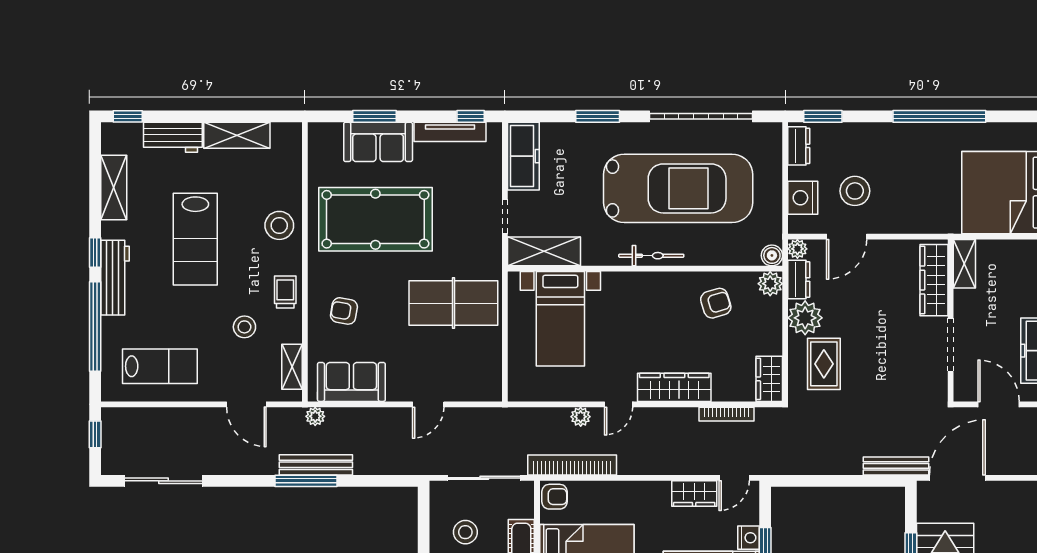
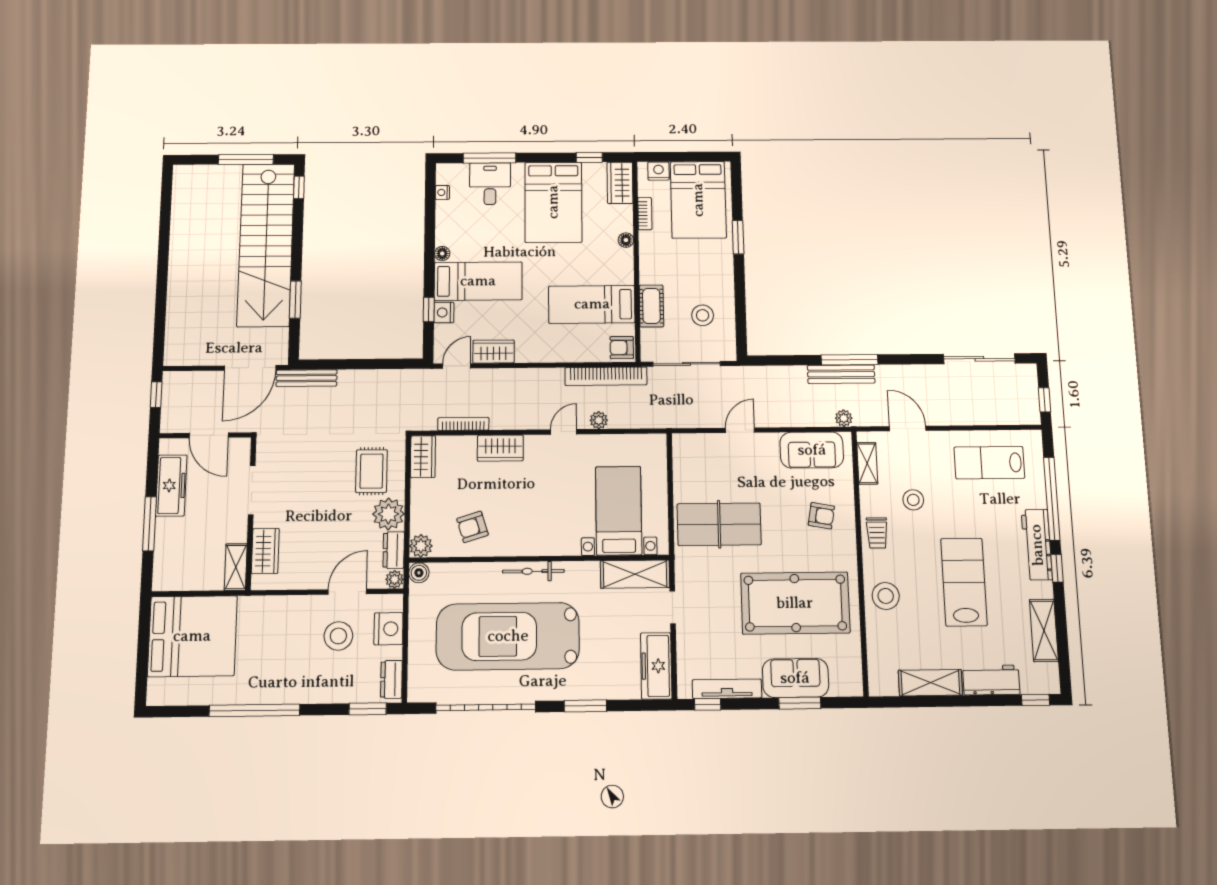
wardrobe: (934, 280) -> (265, 551), width x0.67
wardrobe: (674, 387) -> (500, 448), width x0.67

